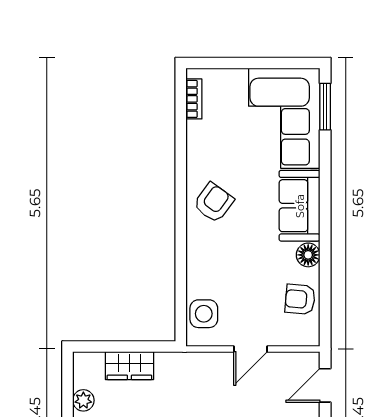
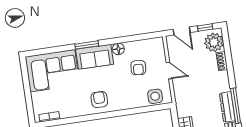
window: (325, 107) -> (87, 45), moved
armchair: (214, 203) -> (99, 100), turned 54
armchair: (300, 299) -> (138, 68), moved

